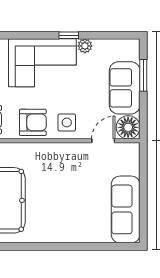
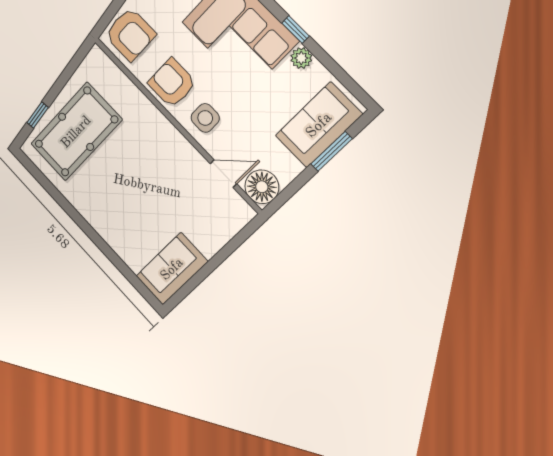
sofa: (125, 88) -> (319, 125), moved
armchair: (33, 122) -> (172, 83), turned 180
sofa: (126, 209) -> (172, 269), width x0.73

